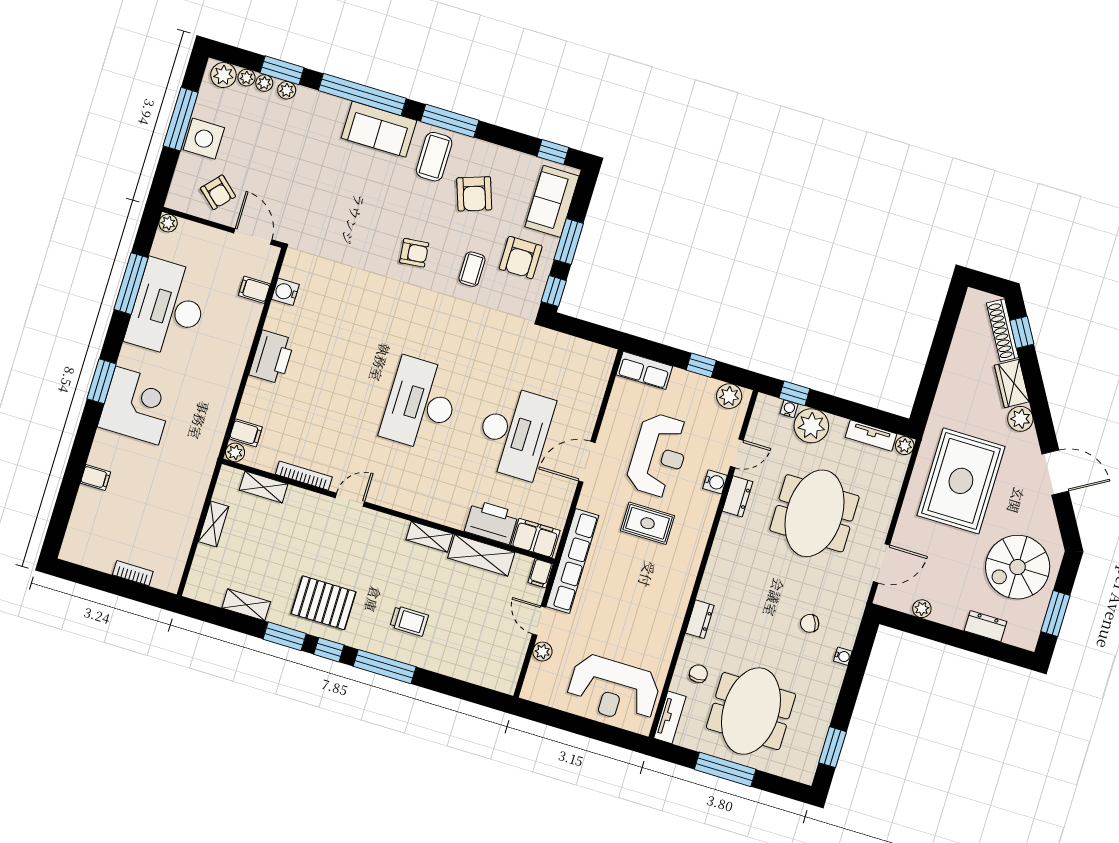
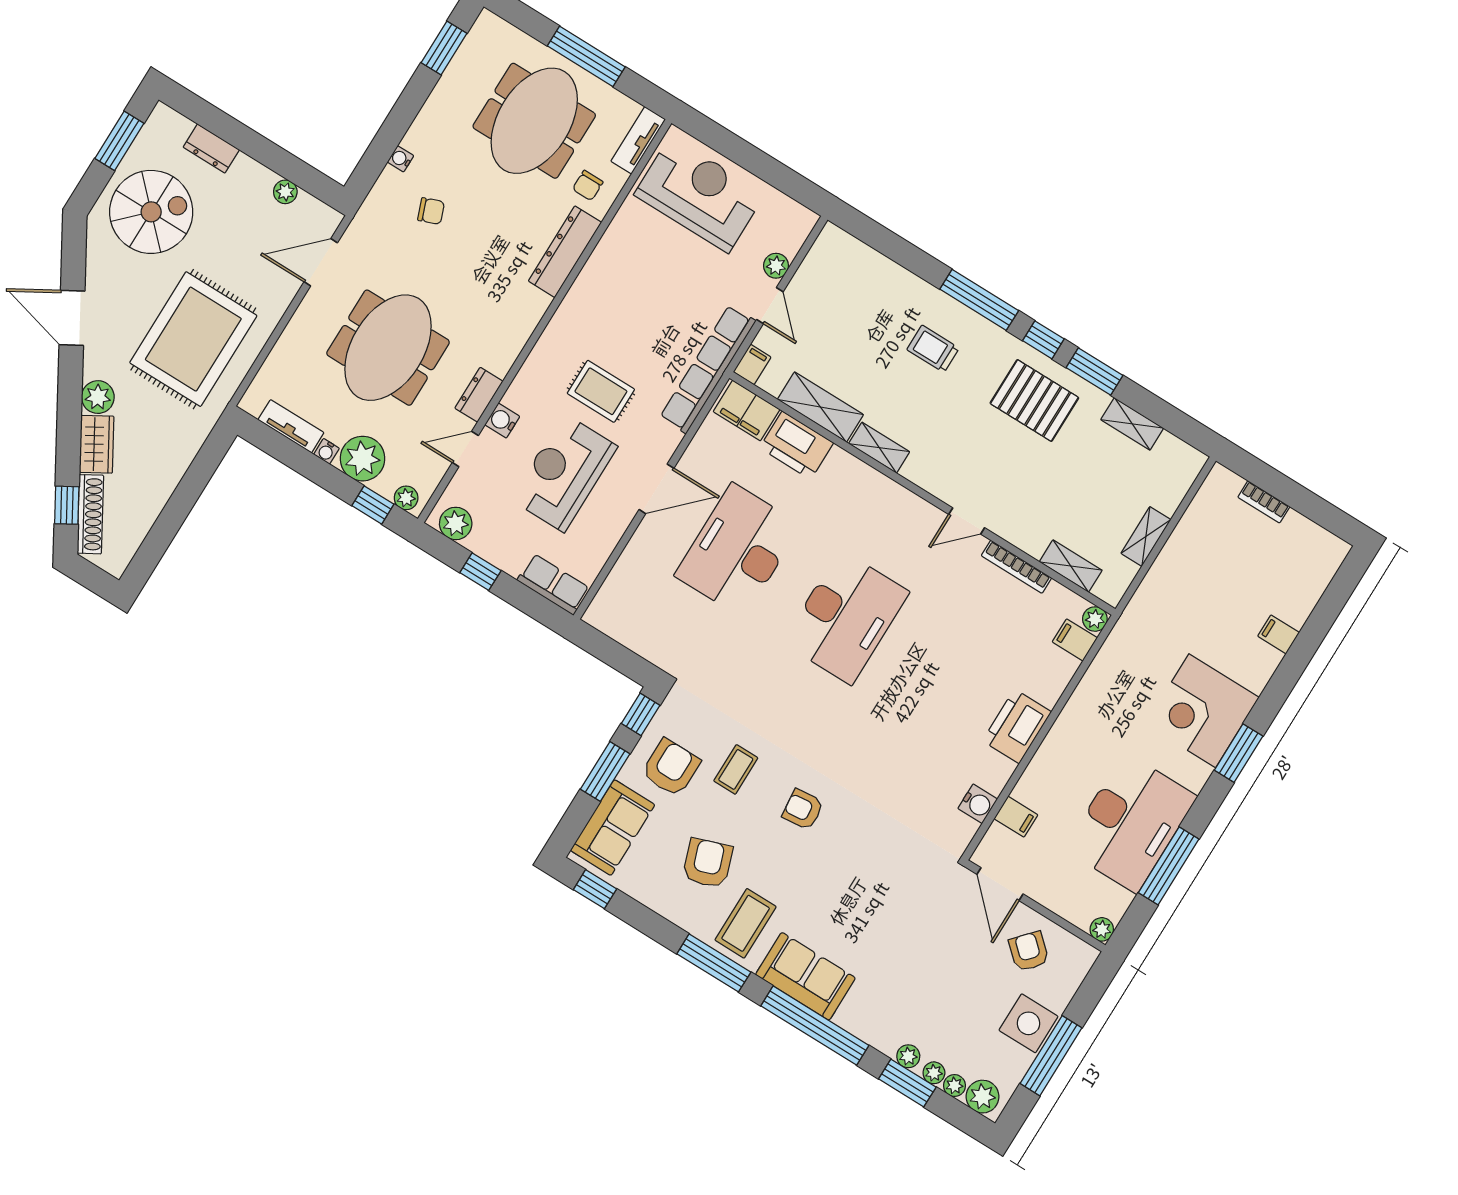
water cooler: (789, 409) -> (326, 451), moved
plant: (905, 446) -> (406, 498), moved
dresser: (700, 619) -> (565, 252), width x1.96, depth x1.24

